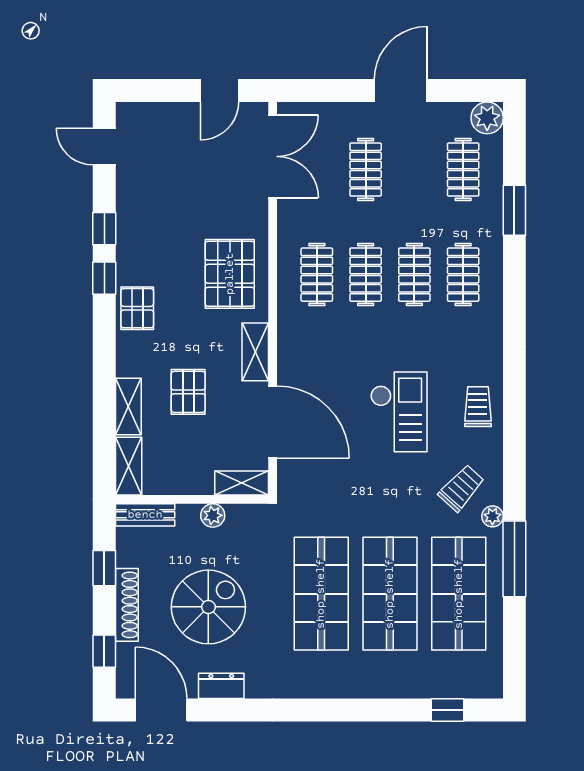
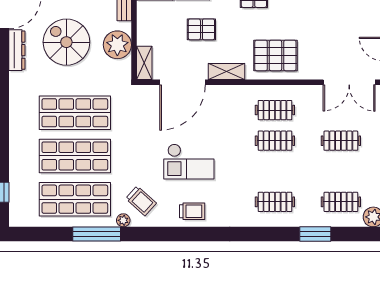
clothes rail: (414, 275) -> (275, 171), removed
plant: (213, 515) -> (117, 45), width x1.88, depth x1.88
spiral stairs: (208, 607) -> (66, 42), turned 180
dresser: (221, 686) -> (17, 50), width x1.44

